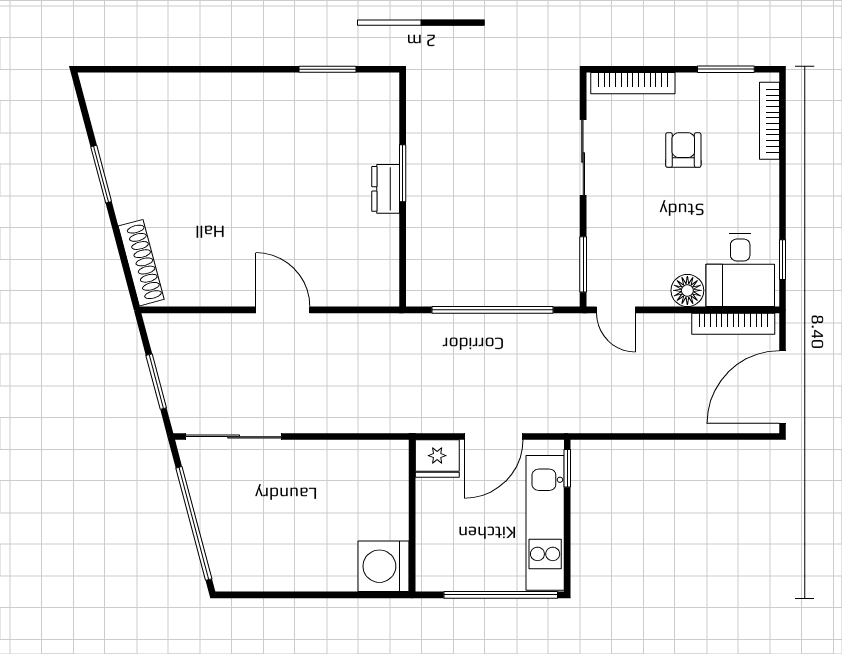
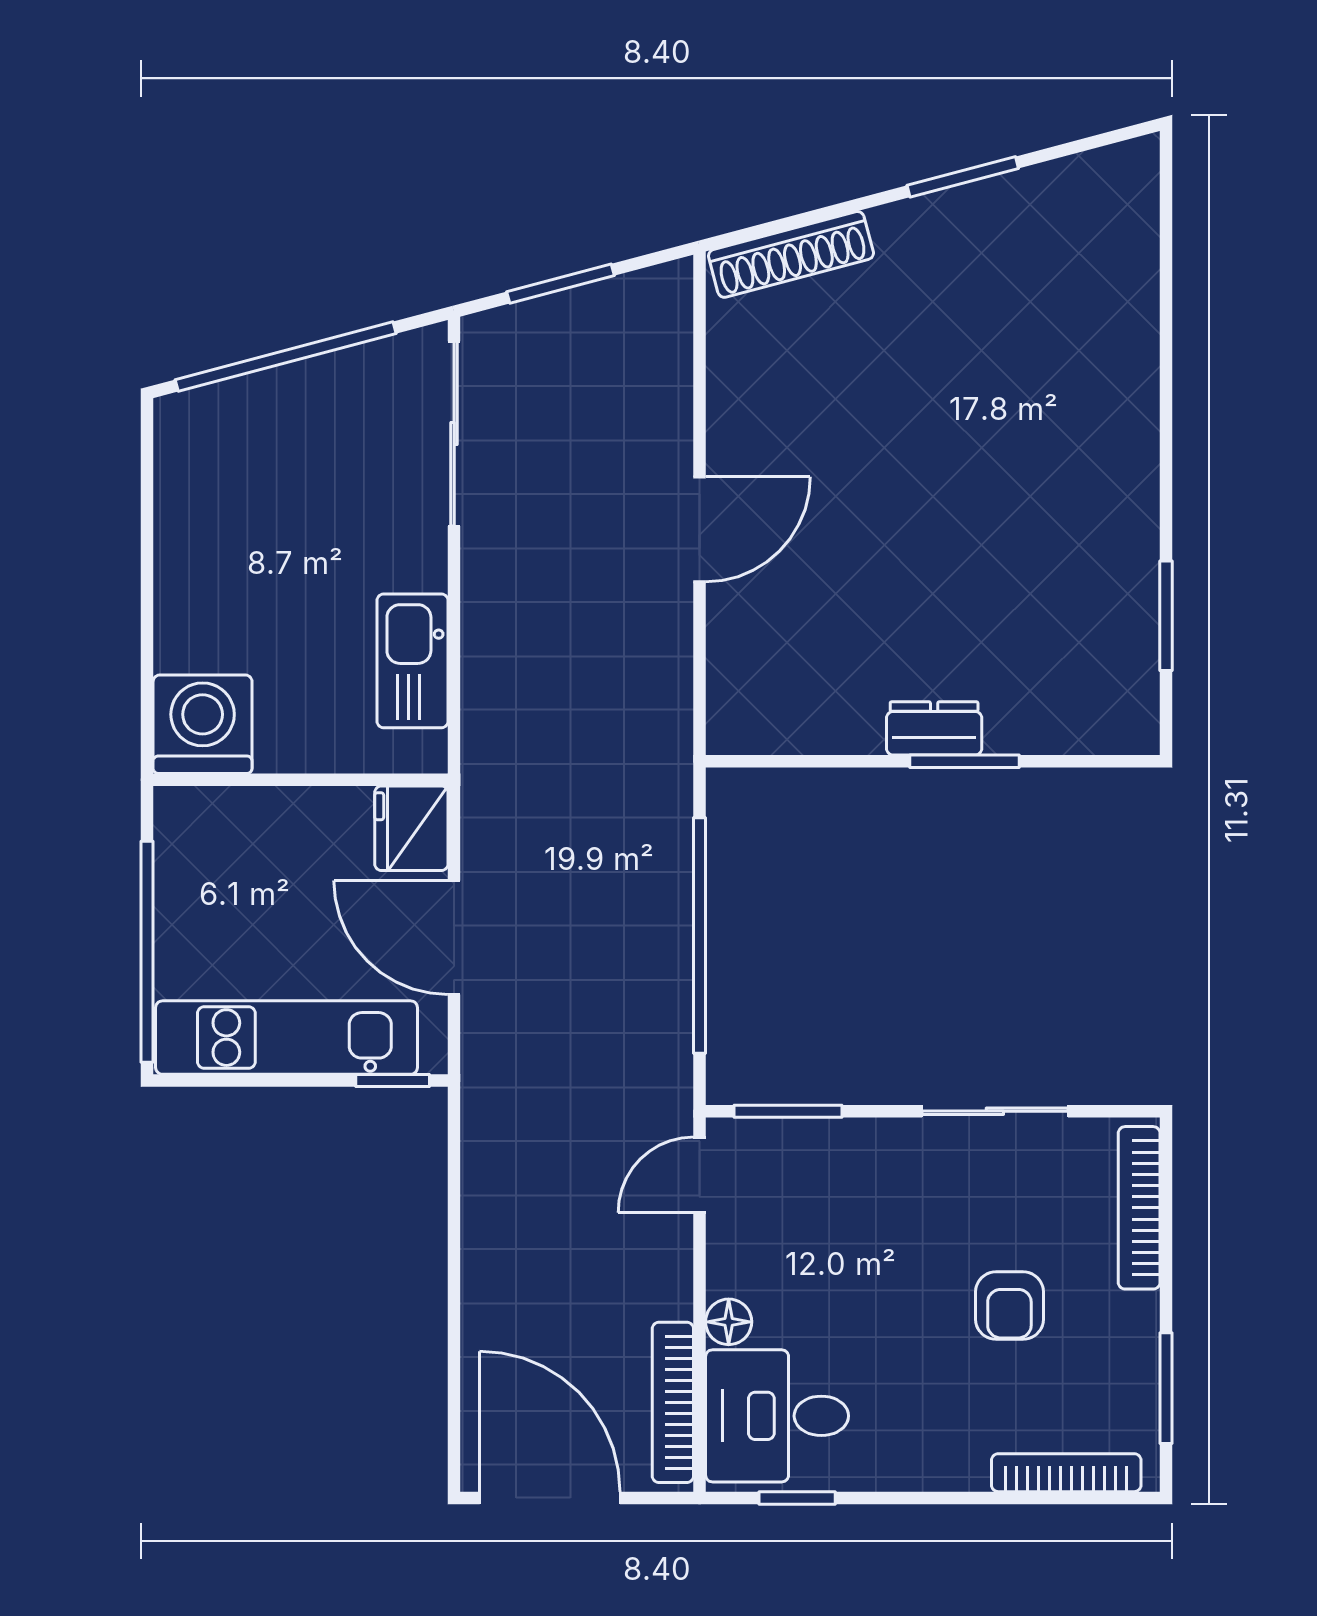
armchair: (683, 150) -> (1009, 1306), turned 90
floor lamp: (687, 290) -> (729, 1322), width x0.73, depth x0.73
kitchen sink: (351, 458) -> (413, 661), added

